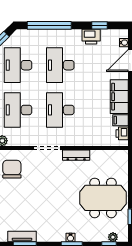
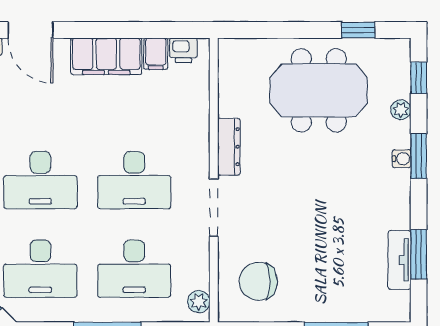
meeting table: (103, 198) -> (319, 90), turned 90
plant: (113, 237) -> (401, 110), moved

